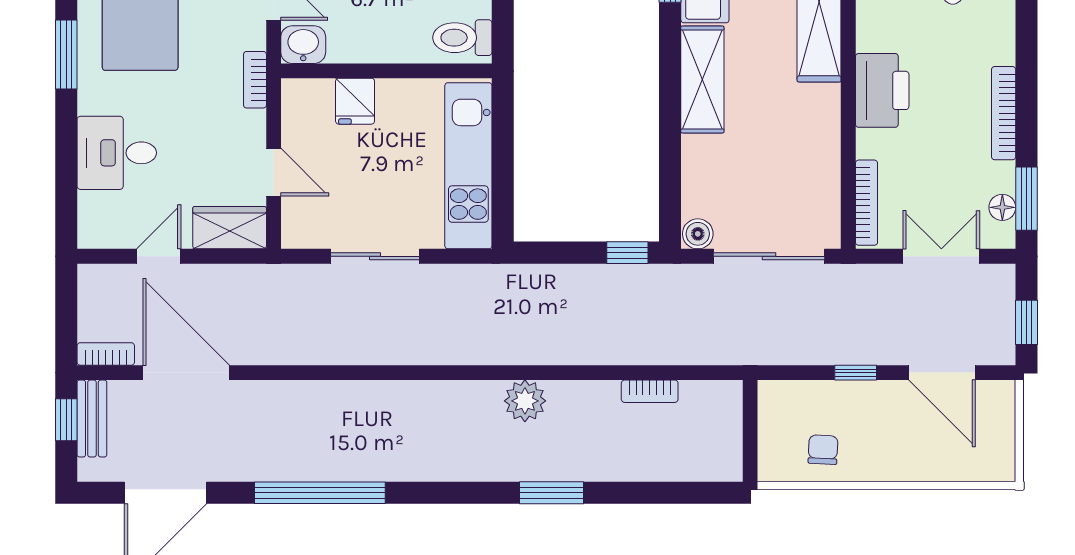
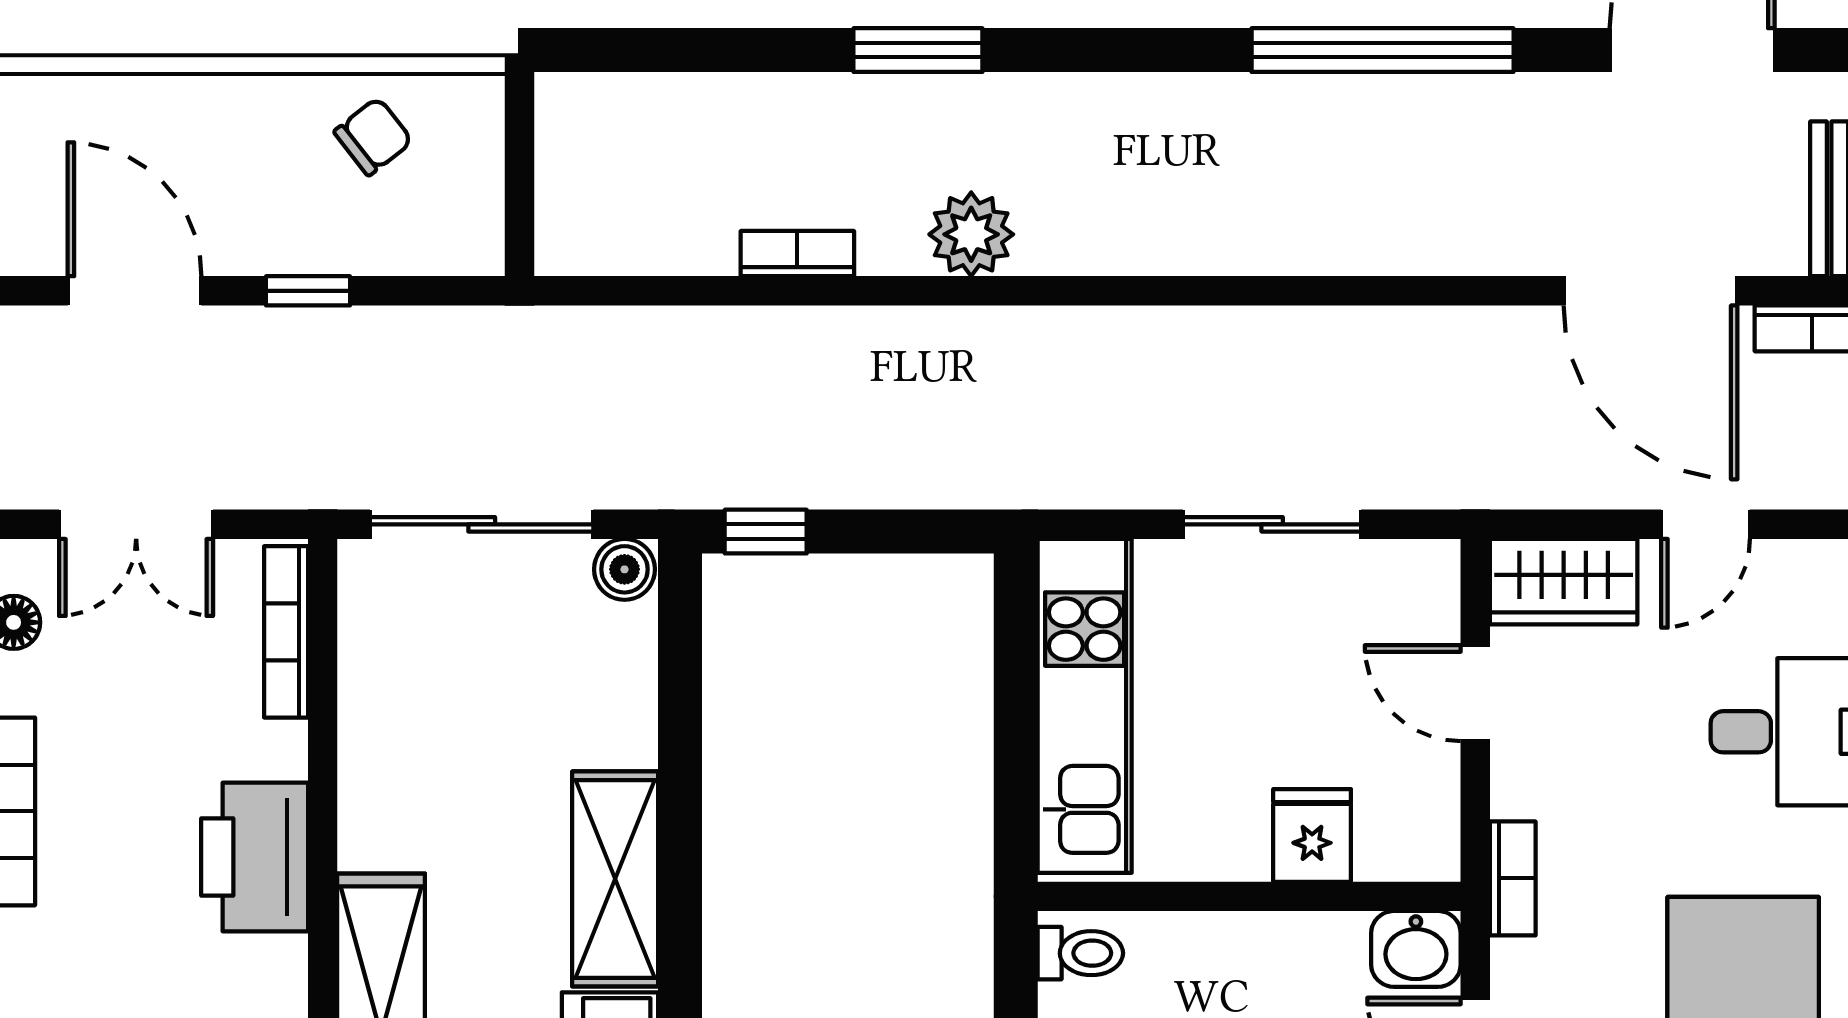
toilet: (462, 38) -> (1080, 953), width x0.73, depth x0.72
bookcase: (650, 391) -> (797, 254), moved
chair: (823, 450) -> (373, 136), turned -131

